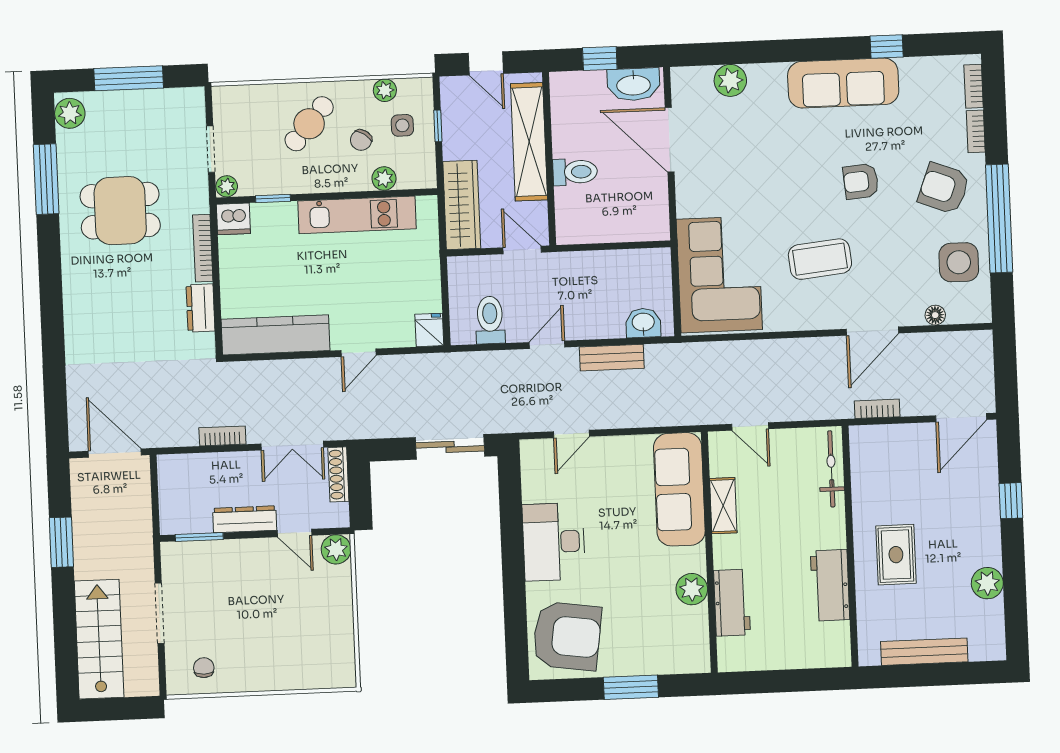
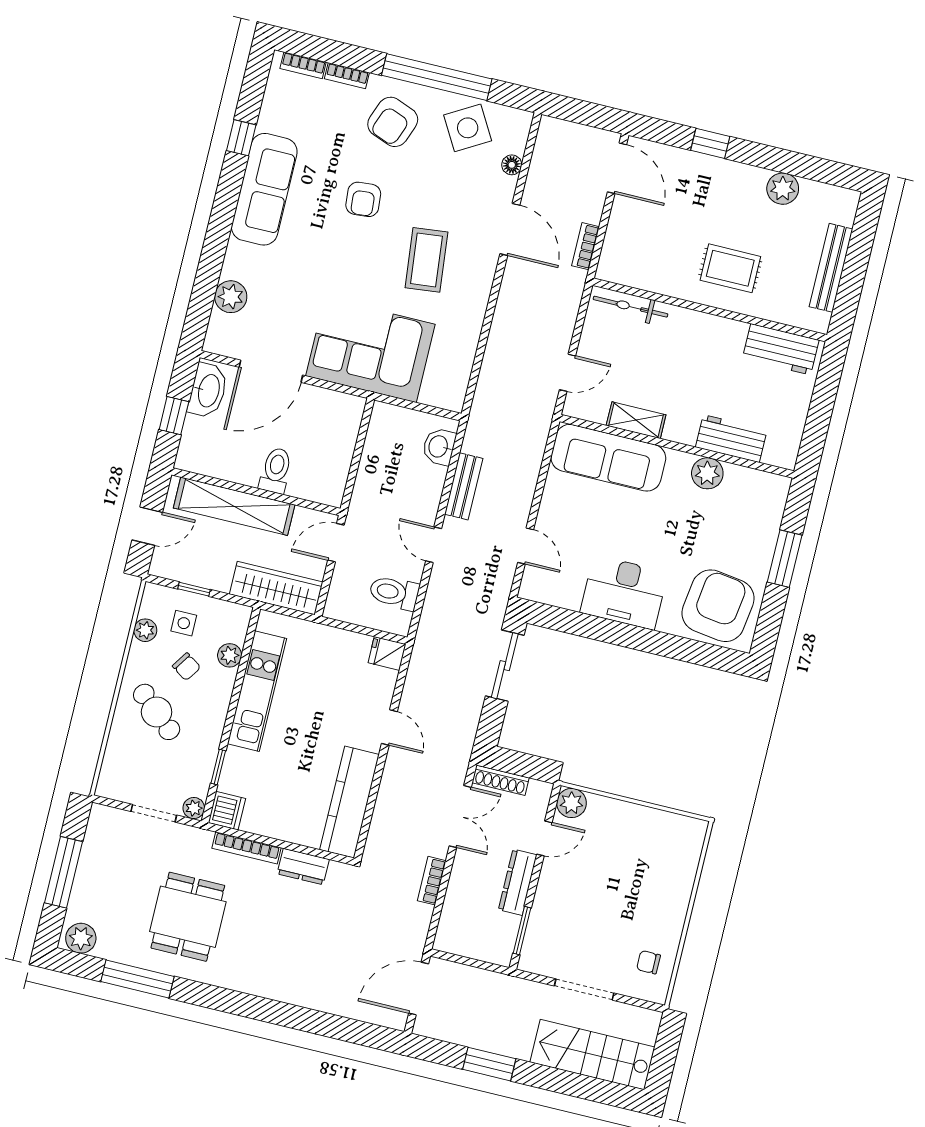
side table: (959, 262) -> (468, 128), turned -30
corner sofa: (719, 274) -> (370, 350), moved
workbench: (830, 585) -> (781, 349), moved

